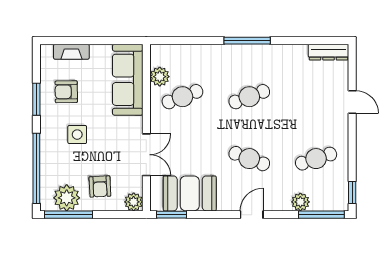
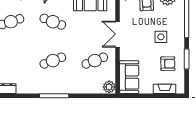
plant: (160, 77) -> (109, 87), moved
sofa: (128, 80) -> (129, 77), width x0.73
double door: (146, 155) -> (117, 34), moved

